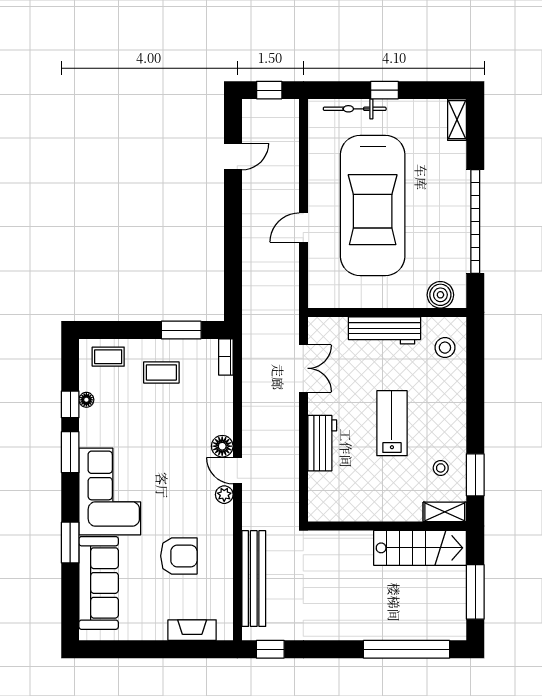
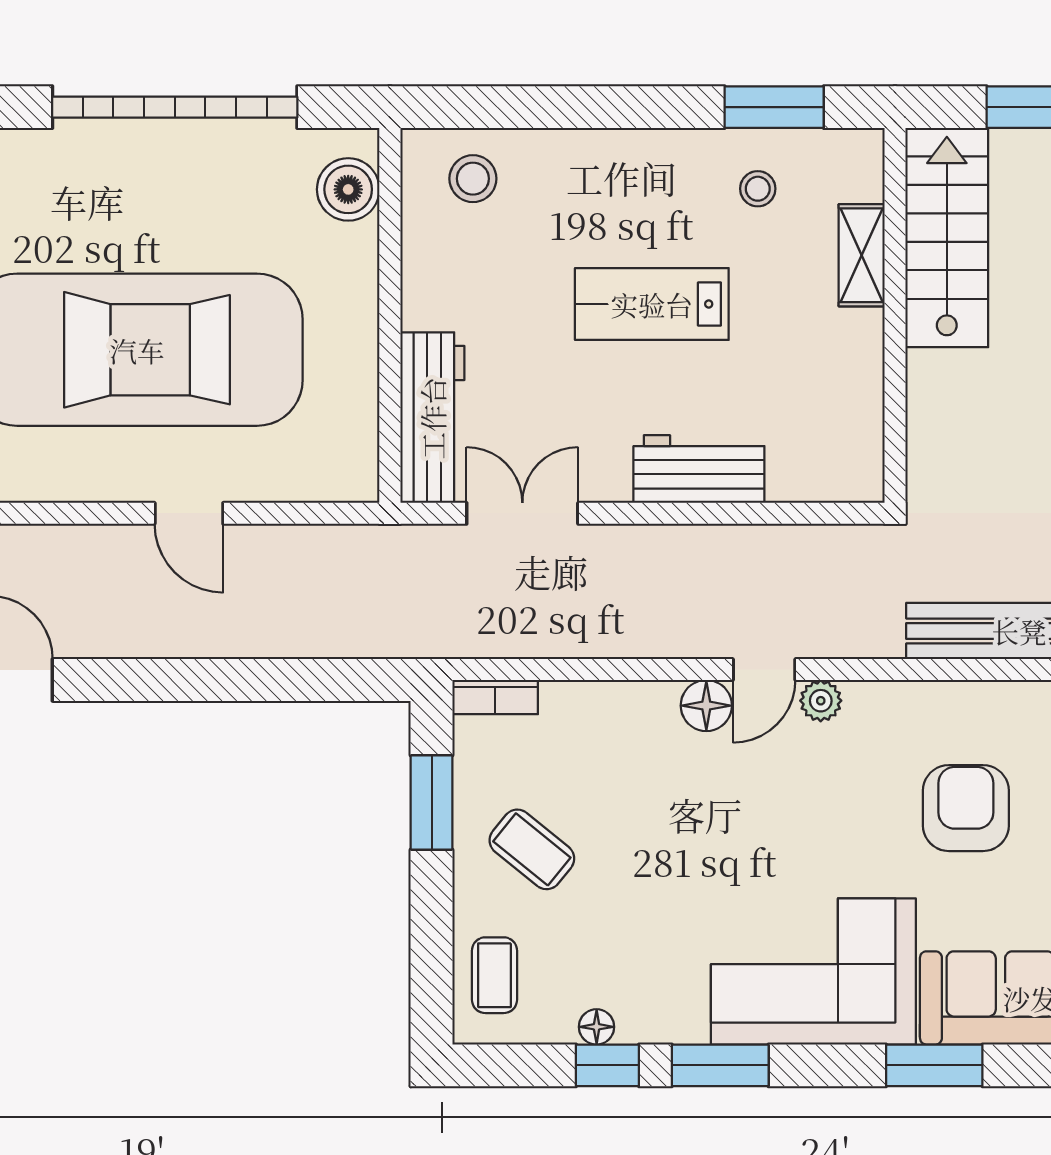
workbench: (384, 330) -> (432, 418), moved
coffee table: (161, 372) -> (532, 849), turned -51
shelving: (445, 512) -> (862, 255), moved

